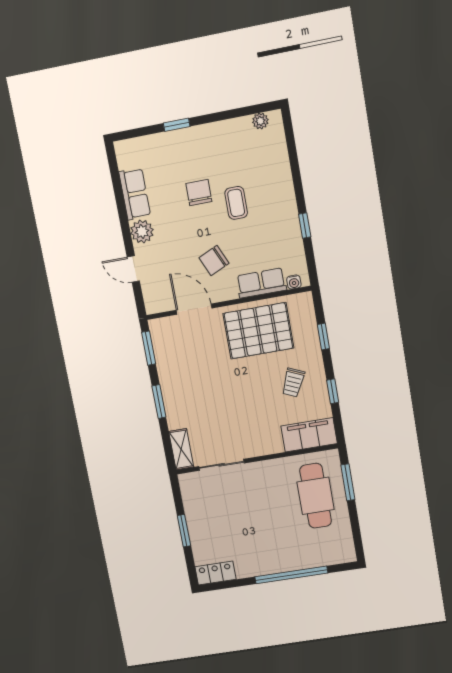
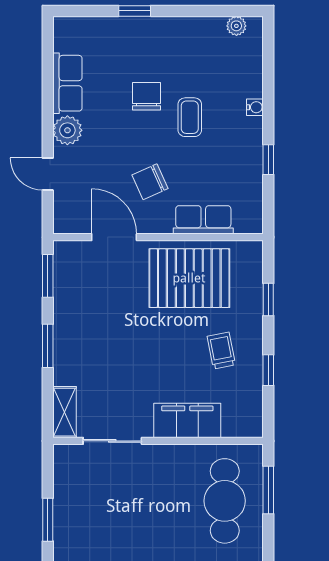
water cooler: (294, 282) -> (255, 107), moved, turned -90
trolley: (293, 382) -> (221, 351), turned 145
filing cabinet: (309, 435) -> (187, 421), moved

